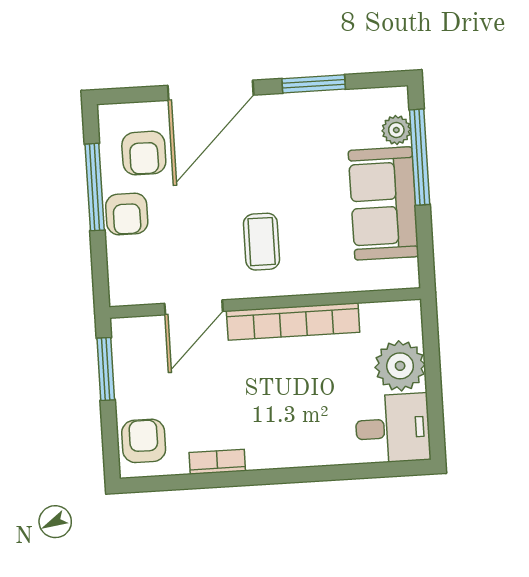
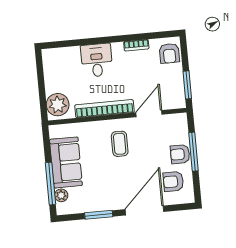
armchair: (144, 153) -> (173, 182), turned -90
window: (95, 187) -> (193, 152), moved
armchair: (127, 214) -> (180, 154), turned -90
plant: (400, 366) -> (58, 105), moved
desk: (393, 428) -> (97, 60), moved, turned 90

